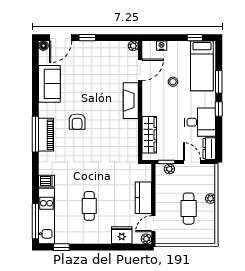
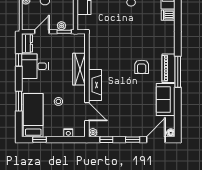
window: (118, 38) -> (106, 140), added
door: (140, 70) -> (87, 112), swing flipped
window: (219, 109) -> (19, 60), moved
armchair: (77, 122) -> (142, 67), turned 180
window: (35, 134) -> (178, 72), moved
piano: (46, 135) -> (168, 68), moved
wardrobe: (149, 135) -> (79, 69), moved
door: (192, 162) -> (42, 32), swing flipped

